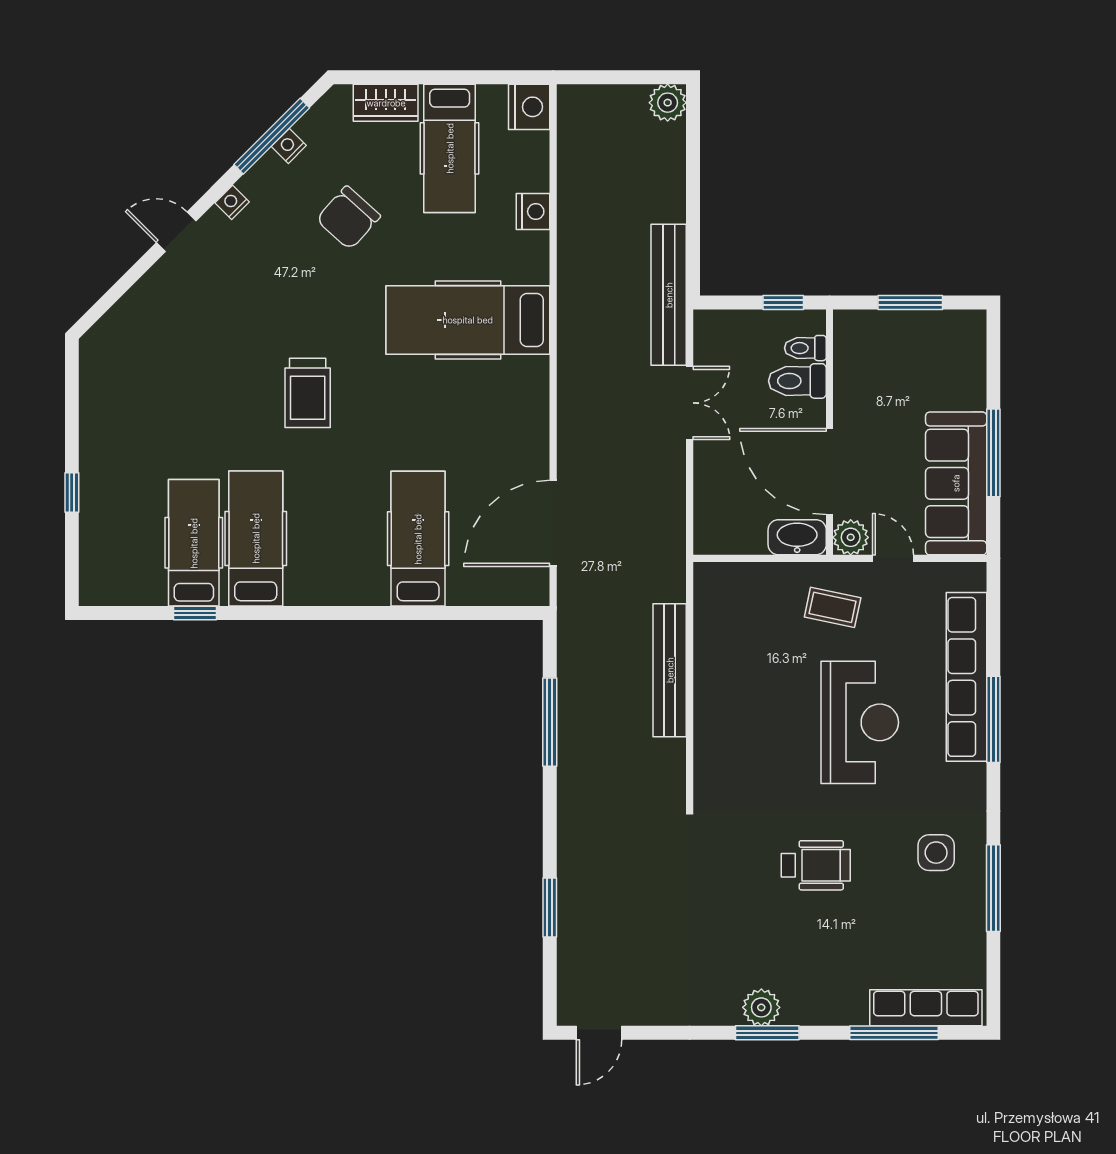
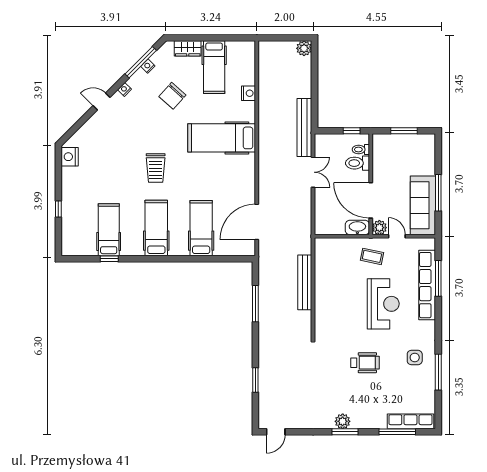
nightstand: (529, 107) -> (70, 157), moved, turned 180
hospital bed: (256, 538) -> (156, 228), moved
window: (993, 719) -> (438, 278), moved

